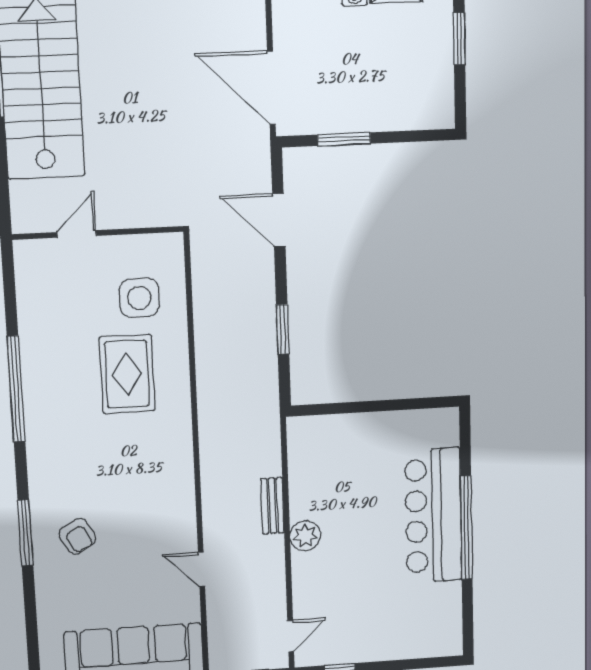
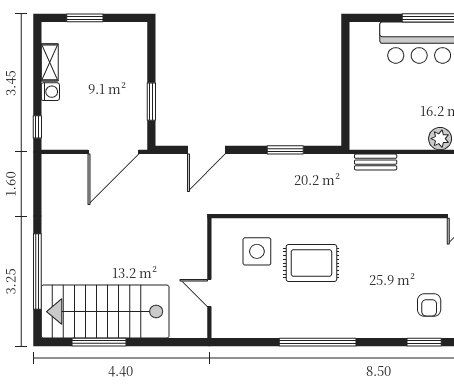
bench: (272, 506) -> (376, 162), moved
window: (25, 533) -> (424, 342), width x0.69
armchair: (77, 536) -> (429, 305), turned 119

